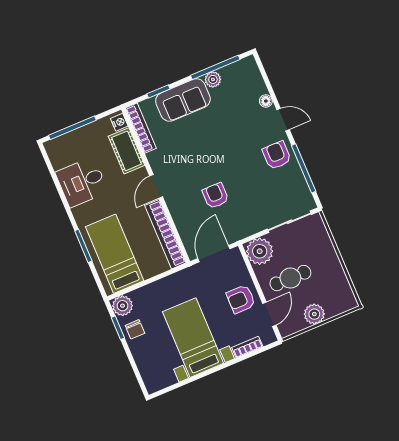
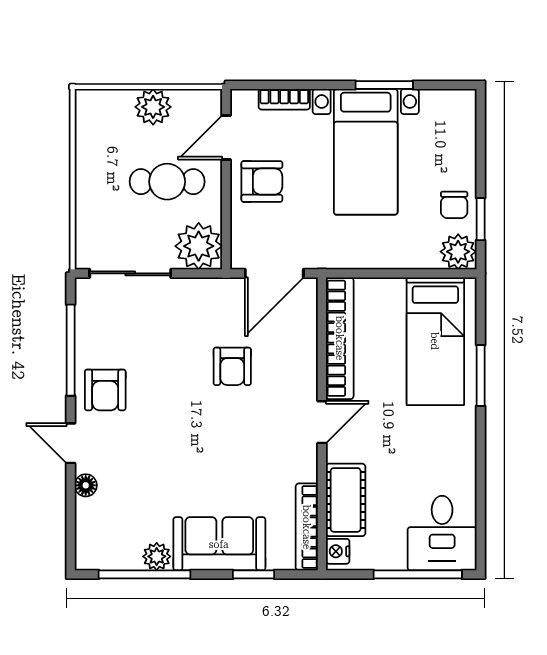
desk: (82, 182) -> (442, 533), moved, turned 90
chair: (135, 329) -> (454, 205), turned 180
window: (198, 377) -> (384, 85), added

